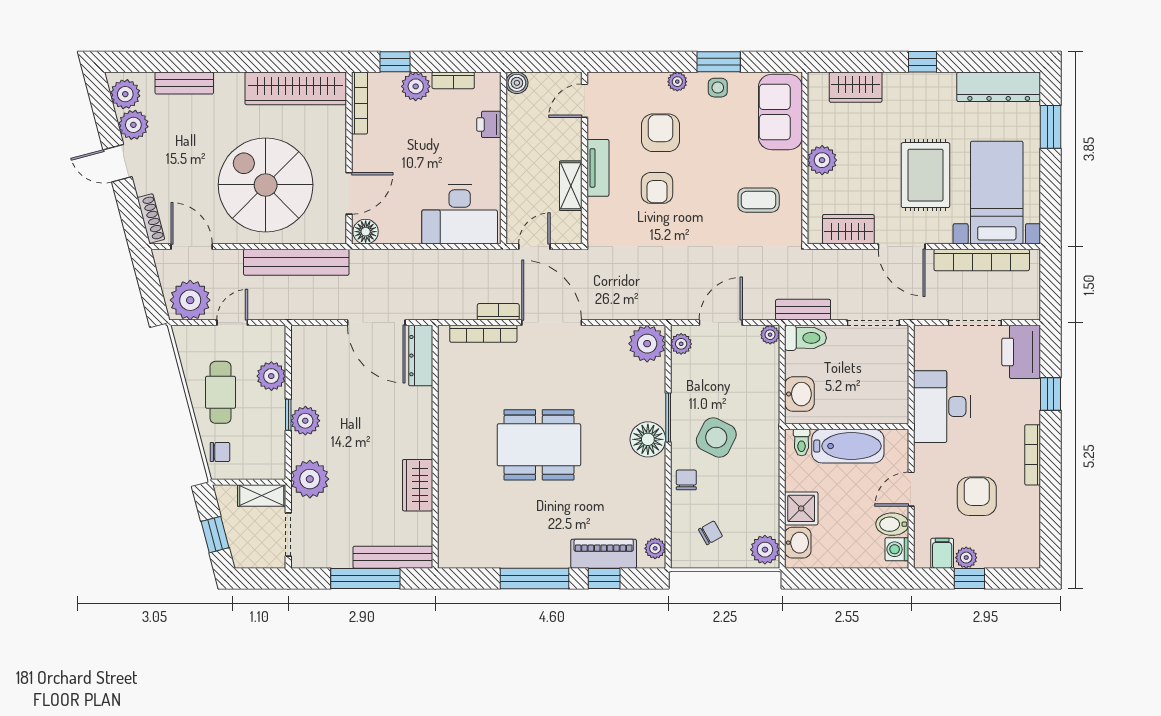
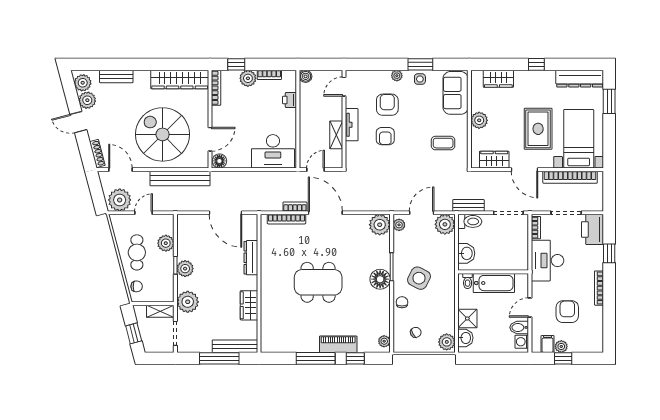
plant: (770, 335) -> (445, 224), width x1.87, depth x1.87
bookcase: (922, 349) -> (536, 228), added
dresser: (421, 356) -> (251, 258), moved
piano: (604, 554) -> (338, 344), moved

